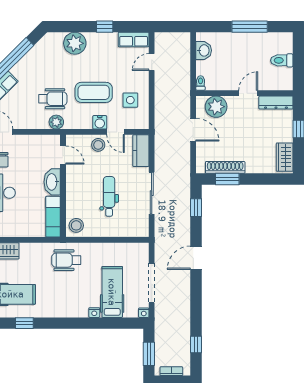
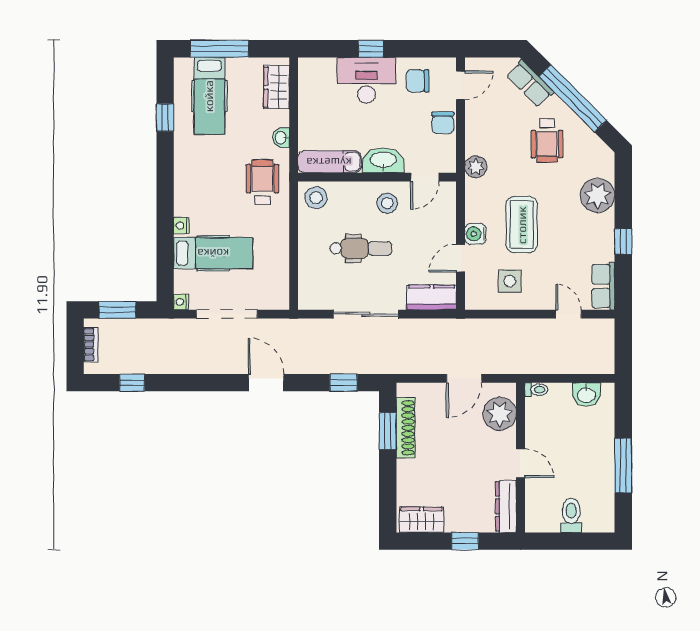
wheelchair: (53, 99) -> (547, 141), moved
chair: (28, 143) -> (443, 123), added
stool: (98, 145) -> (387, 203), moved
washbasin: (38, 248) -> (281, 138), added

